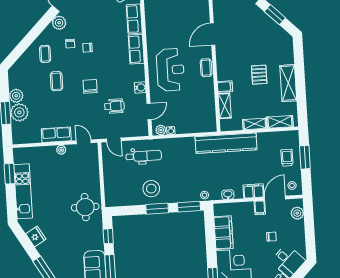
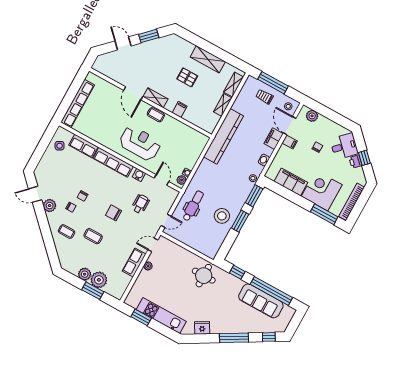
row of seats: (136, 49) -> (113, 162), width x1.48
shelving: (225, 106) -> (156, 98), moved
window: (305, 157) -> (273, 83), width x1.44

